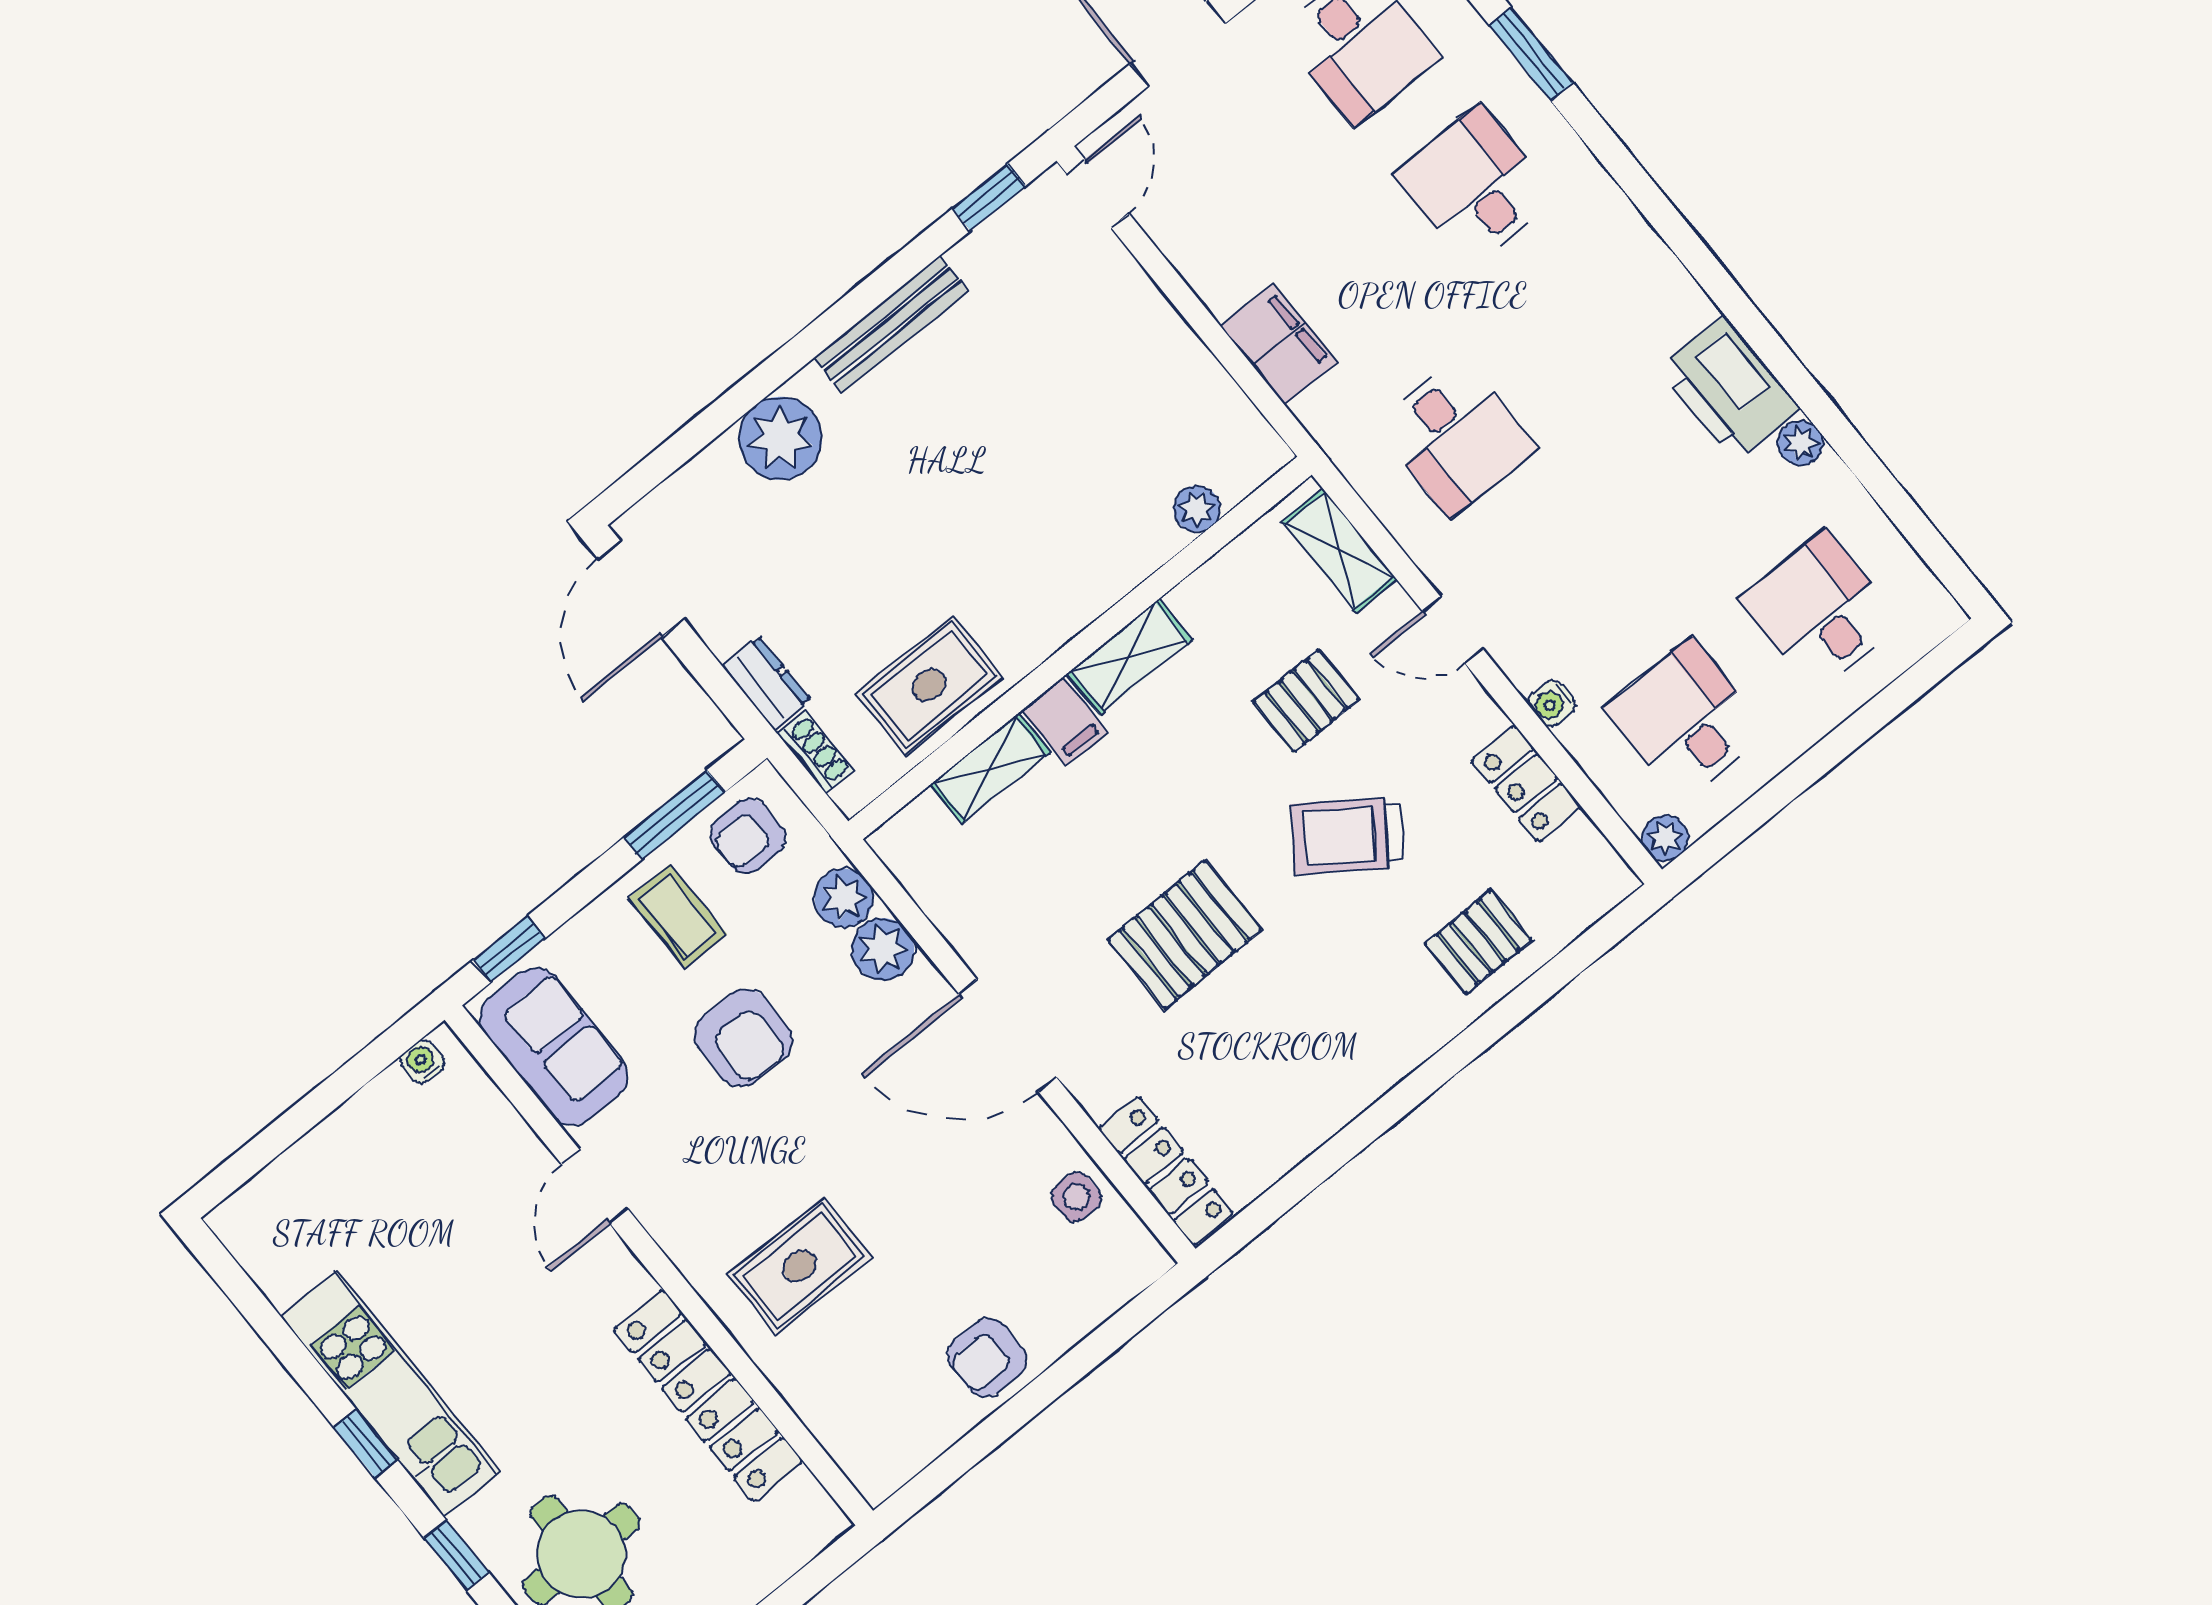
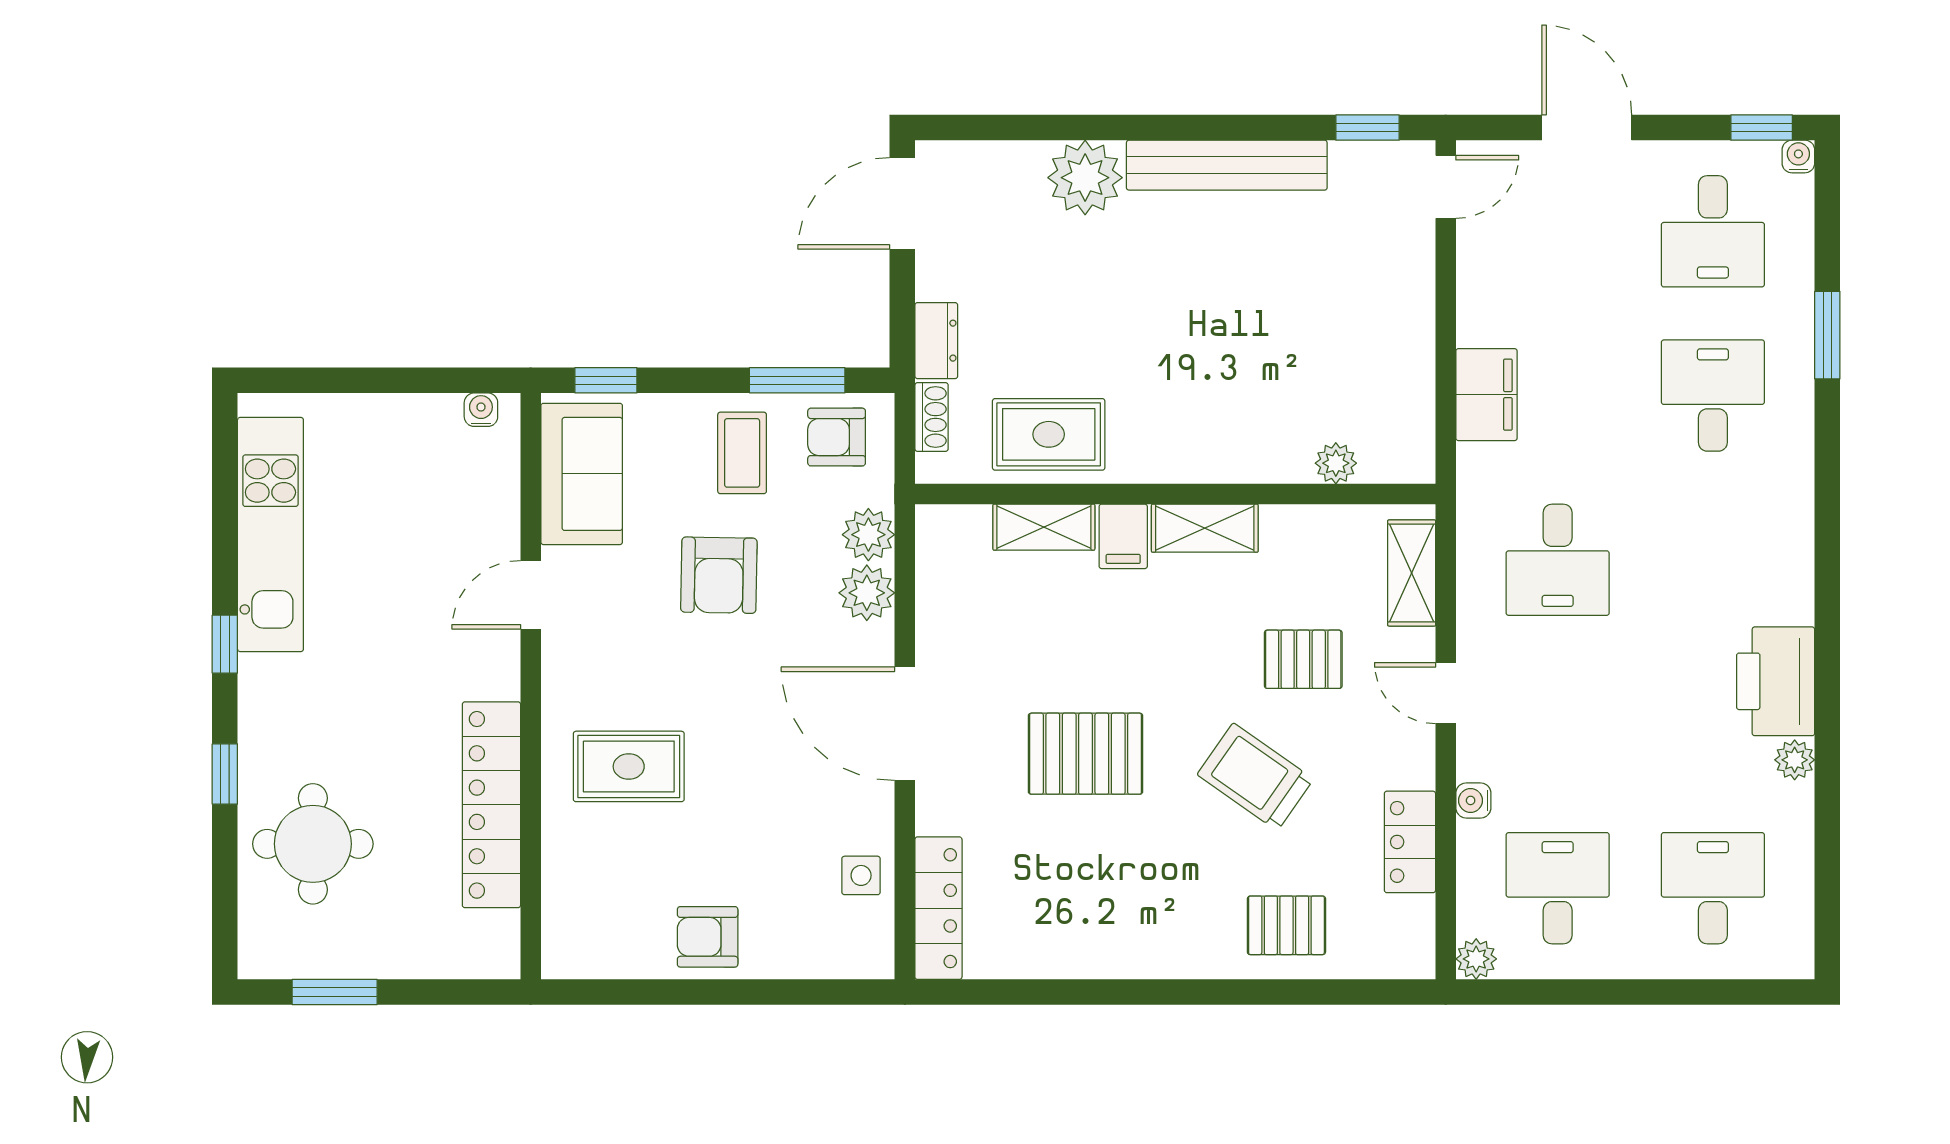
bench: (891, 324) -> (1227, 165), width x1.37, depth x1.21
kitchen unit: (391, 1394) -> (270, 534), moved

